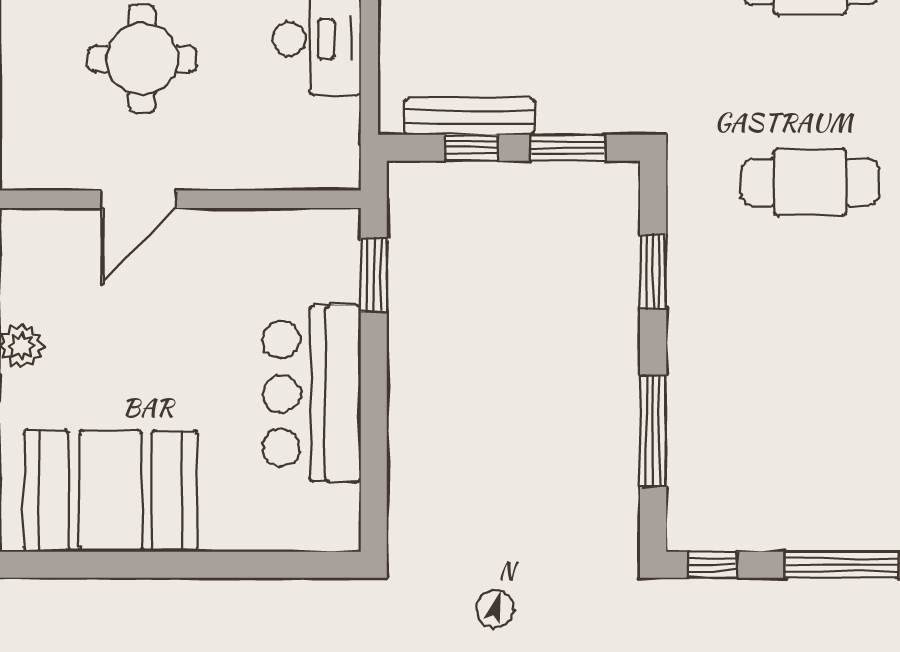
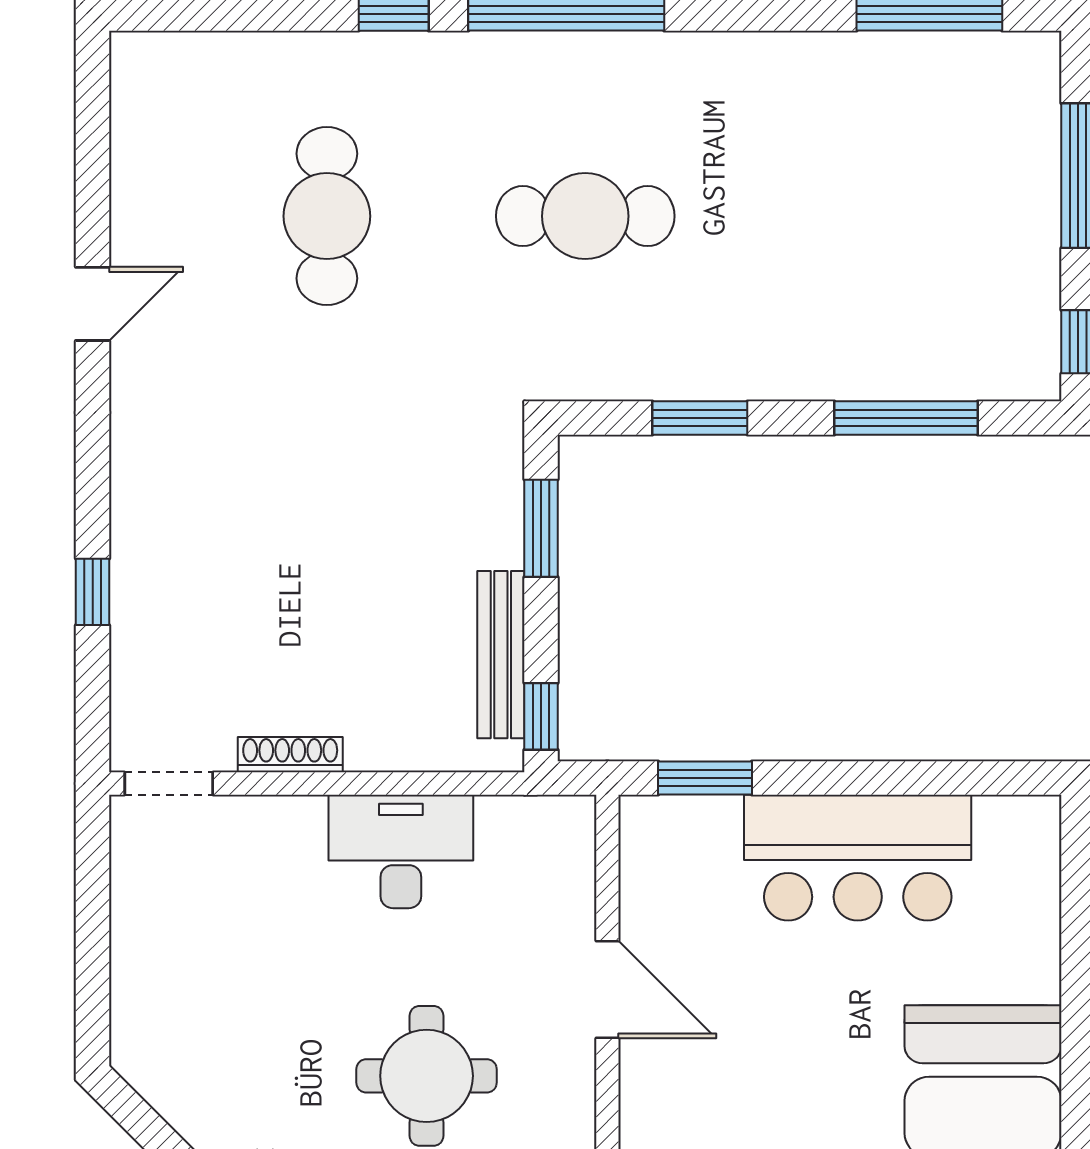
window: (472, 148) -> (541, 716), moved
cafe table: (810, 182) -> (585, 216), turned 90
door: (138, 199) -> (607, 989), moved

